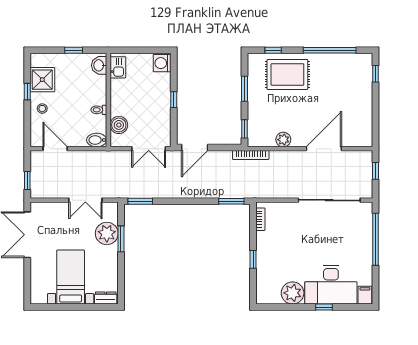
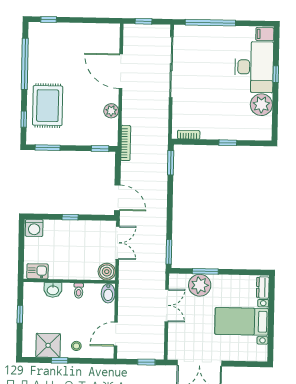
washbasin: (99, 65) -> (53, 290), moved
window: (244, 89) -> (48, 148), moved
boiler: (119, 125) -> (107, 272), moved

